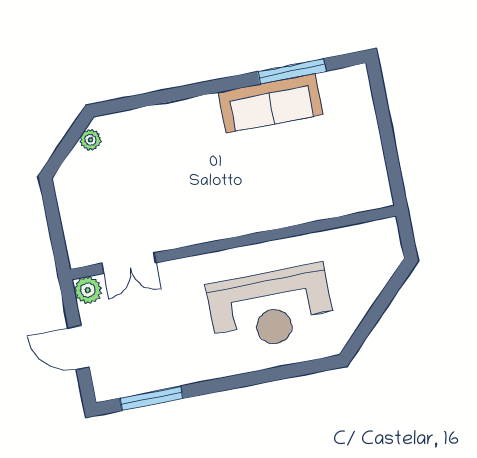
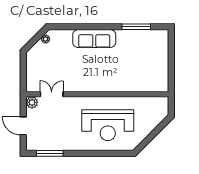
sofa: (271, 103) -> (94, 39), moved
double door: (129, 263) -> (52, 94), swing flipped

